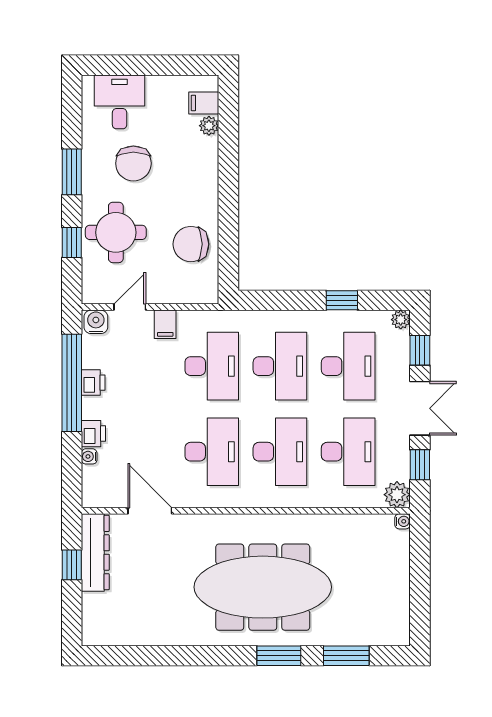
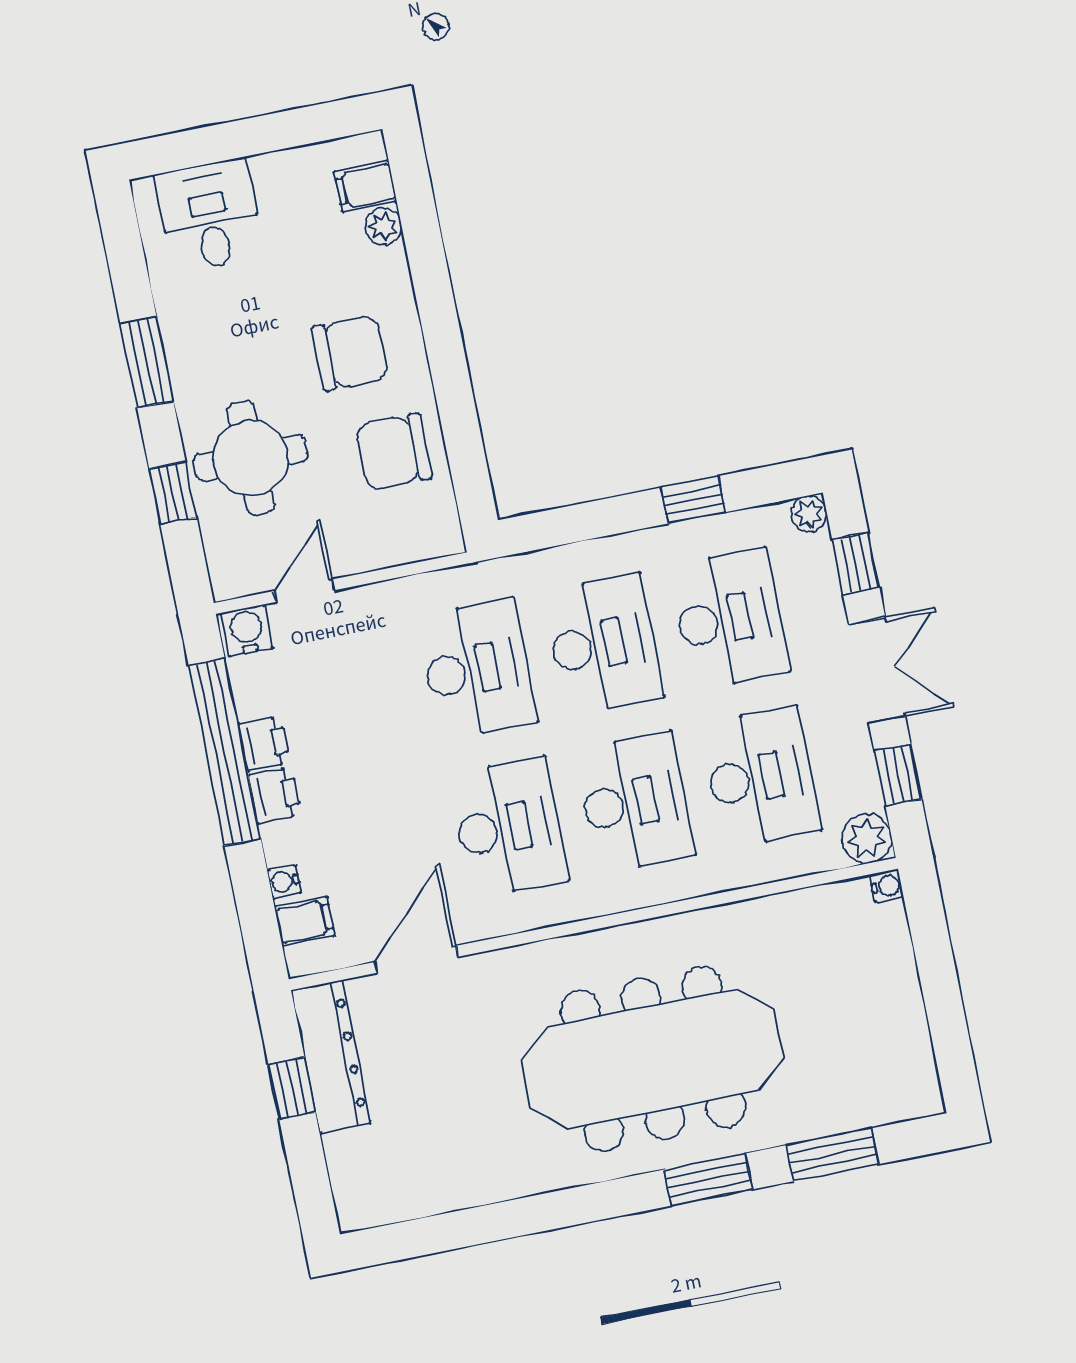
chair: (133, 163) -> (350, 353), moved, turned -90
filing cabinet: (165, 324) -> (305, 921), moved, turned -90
printer: (93, 434) -> (275, 795), moved
door: (150, 511) -> (416, 959), hinge flipped

